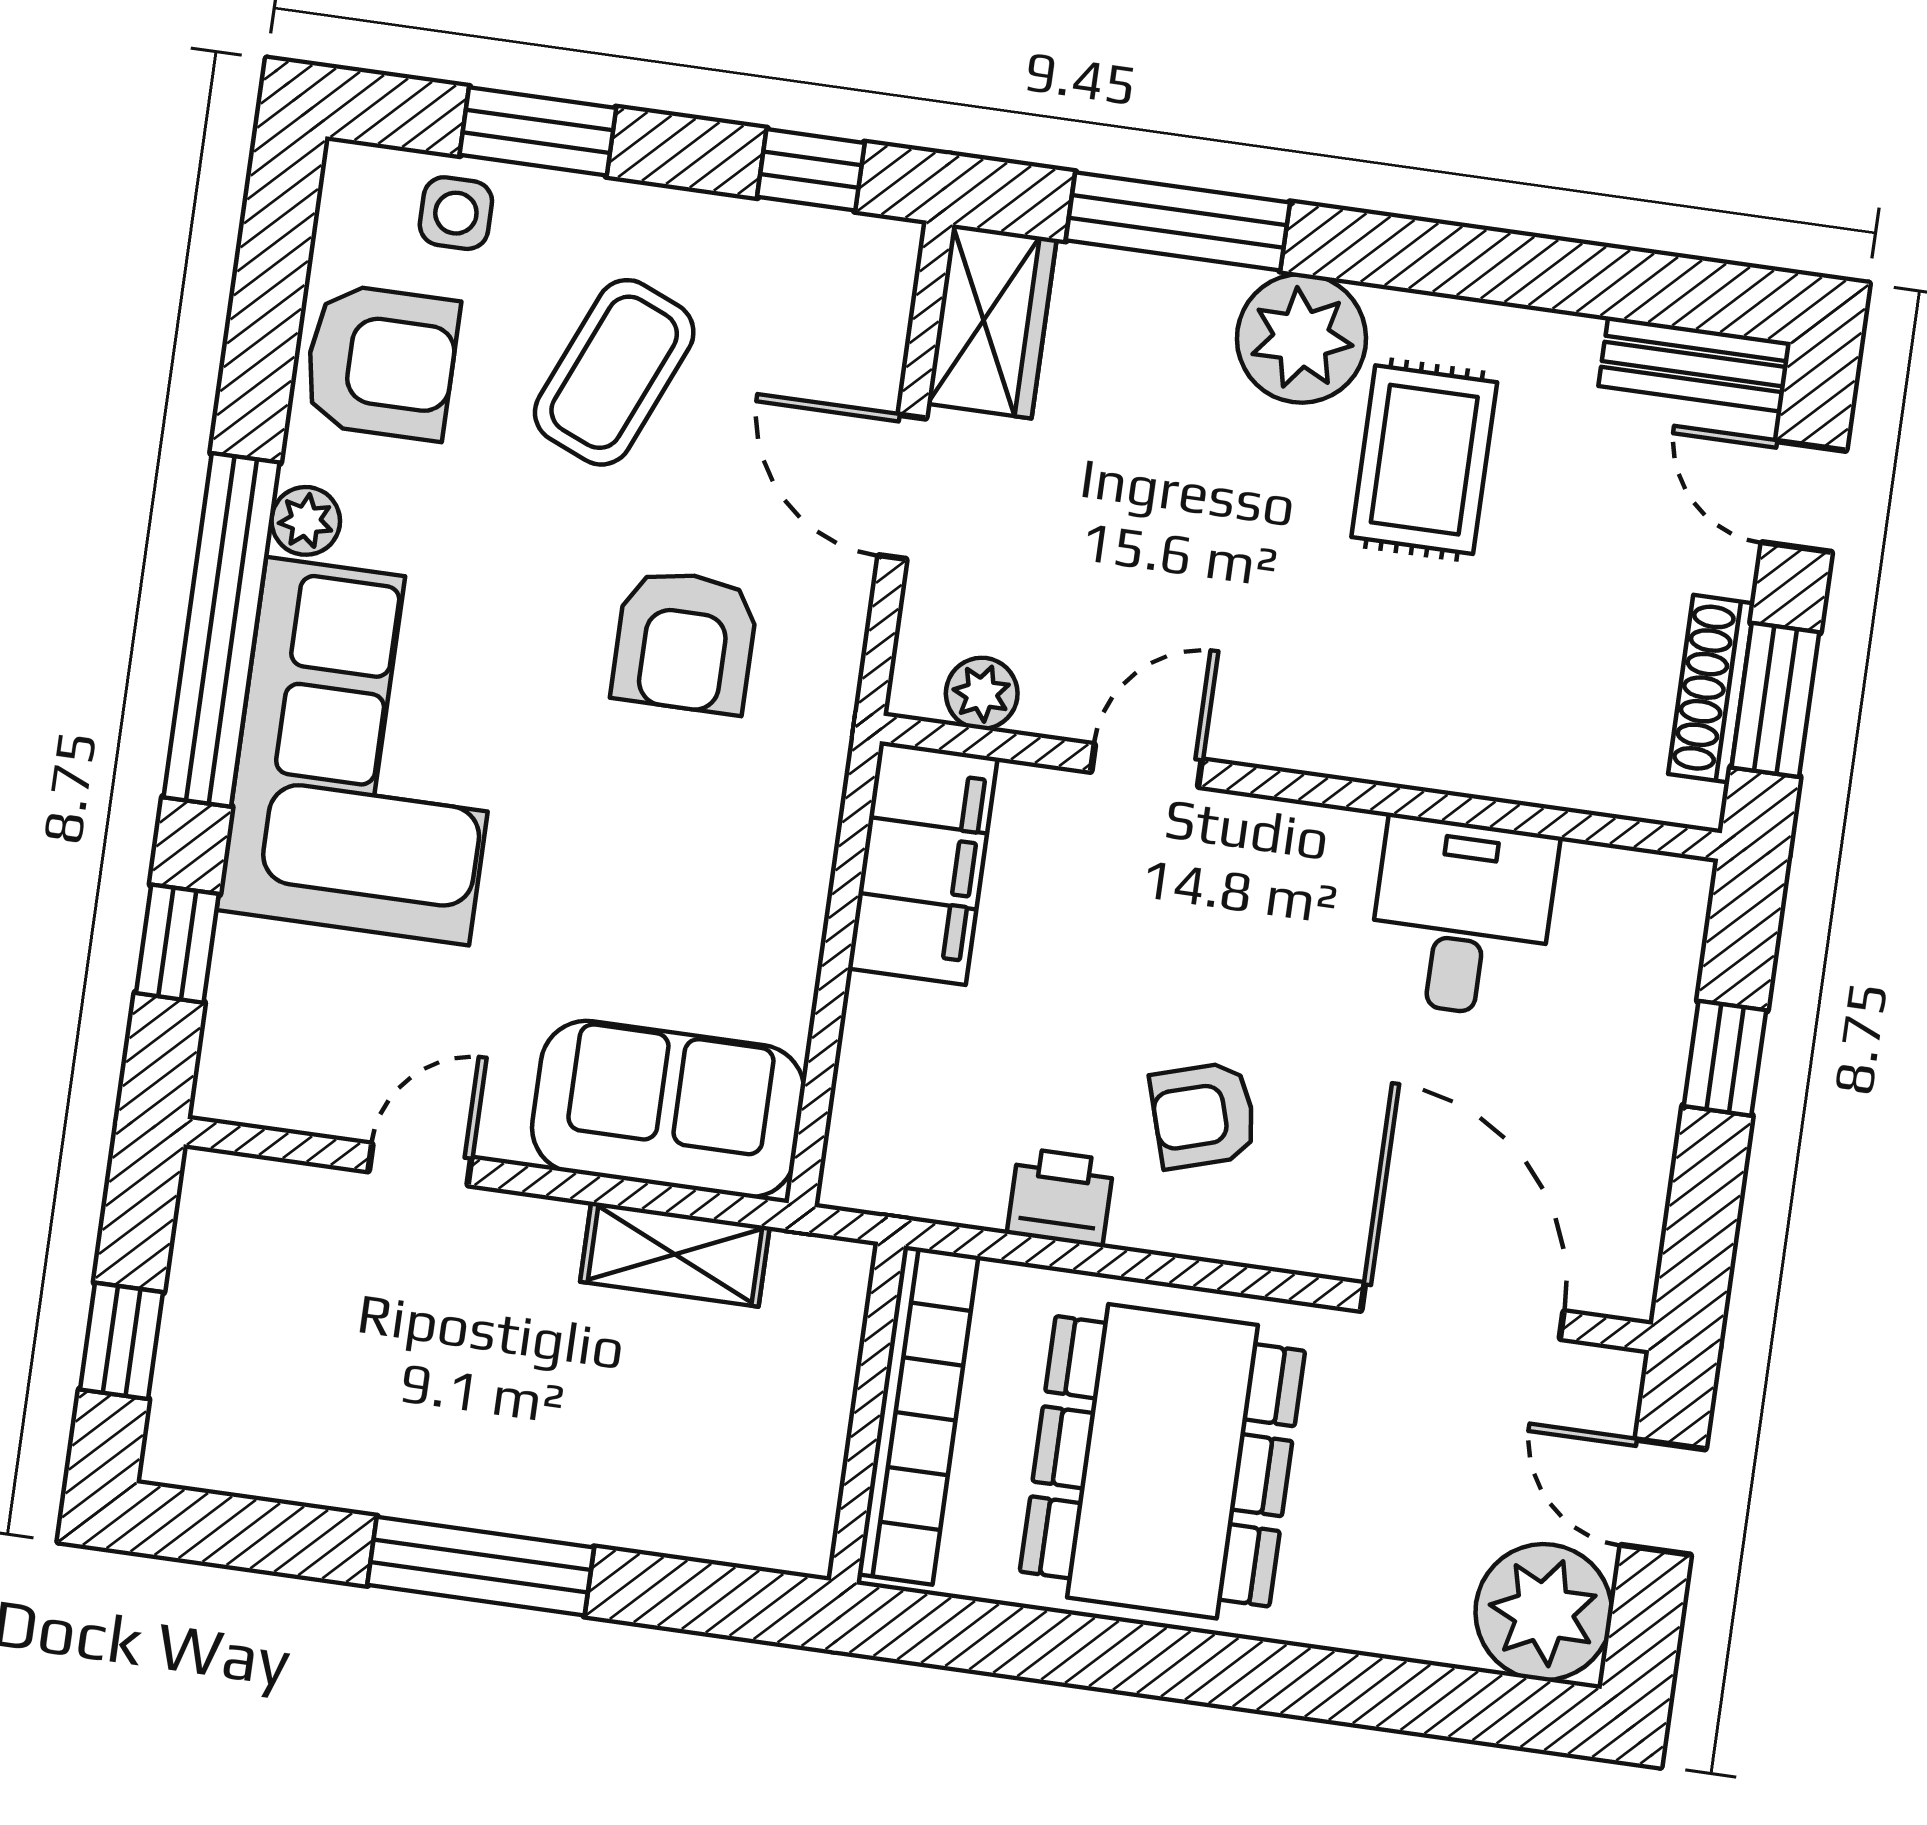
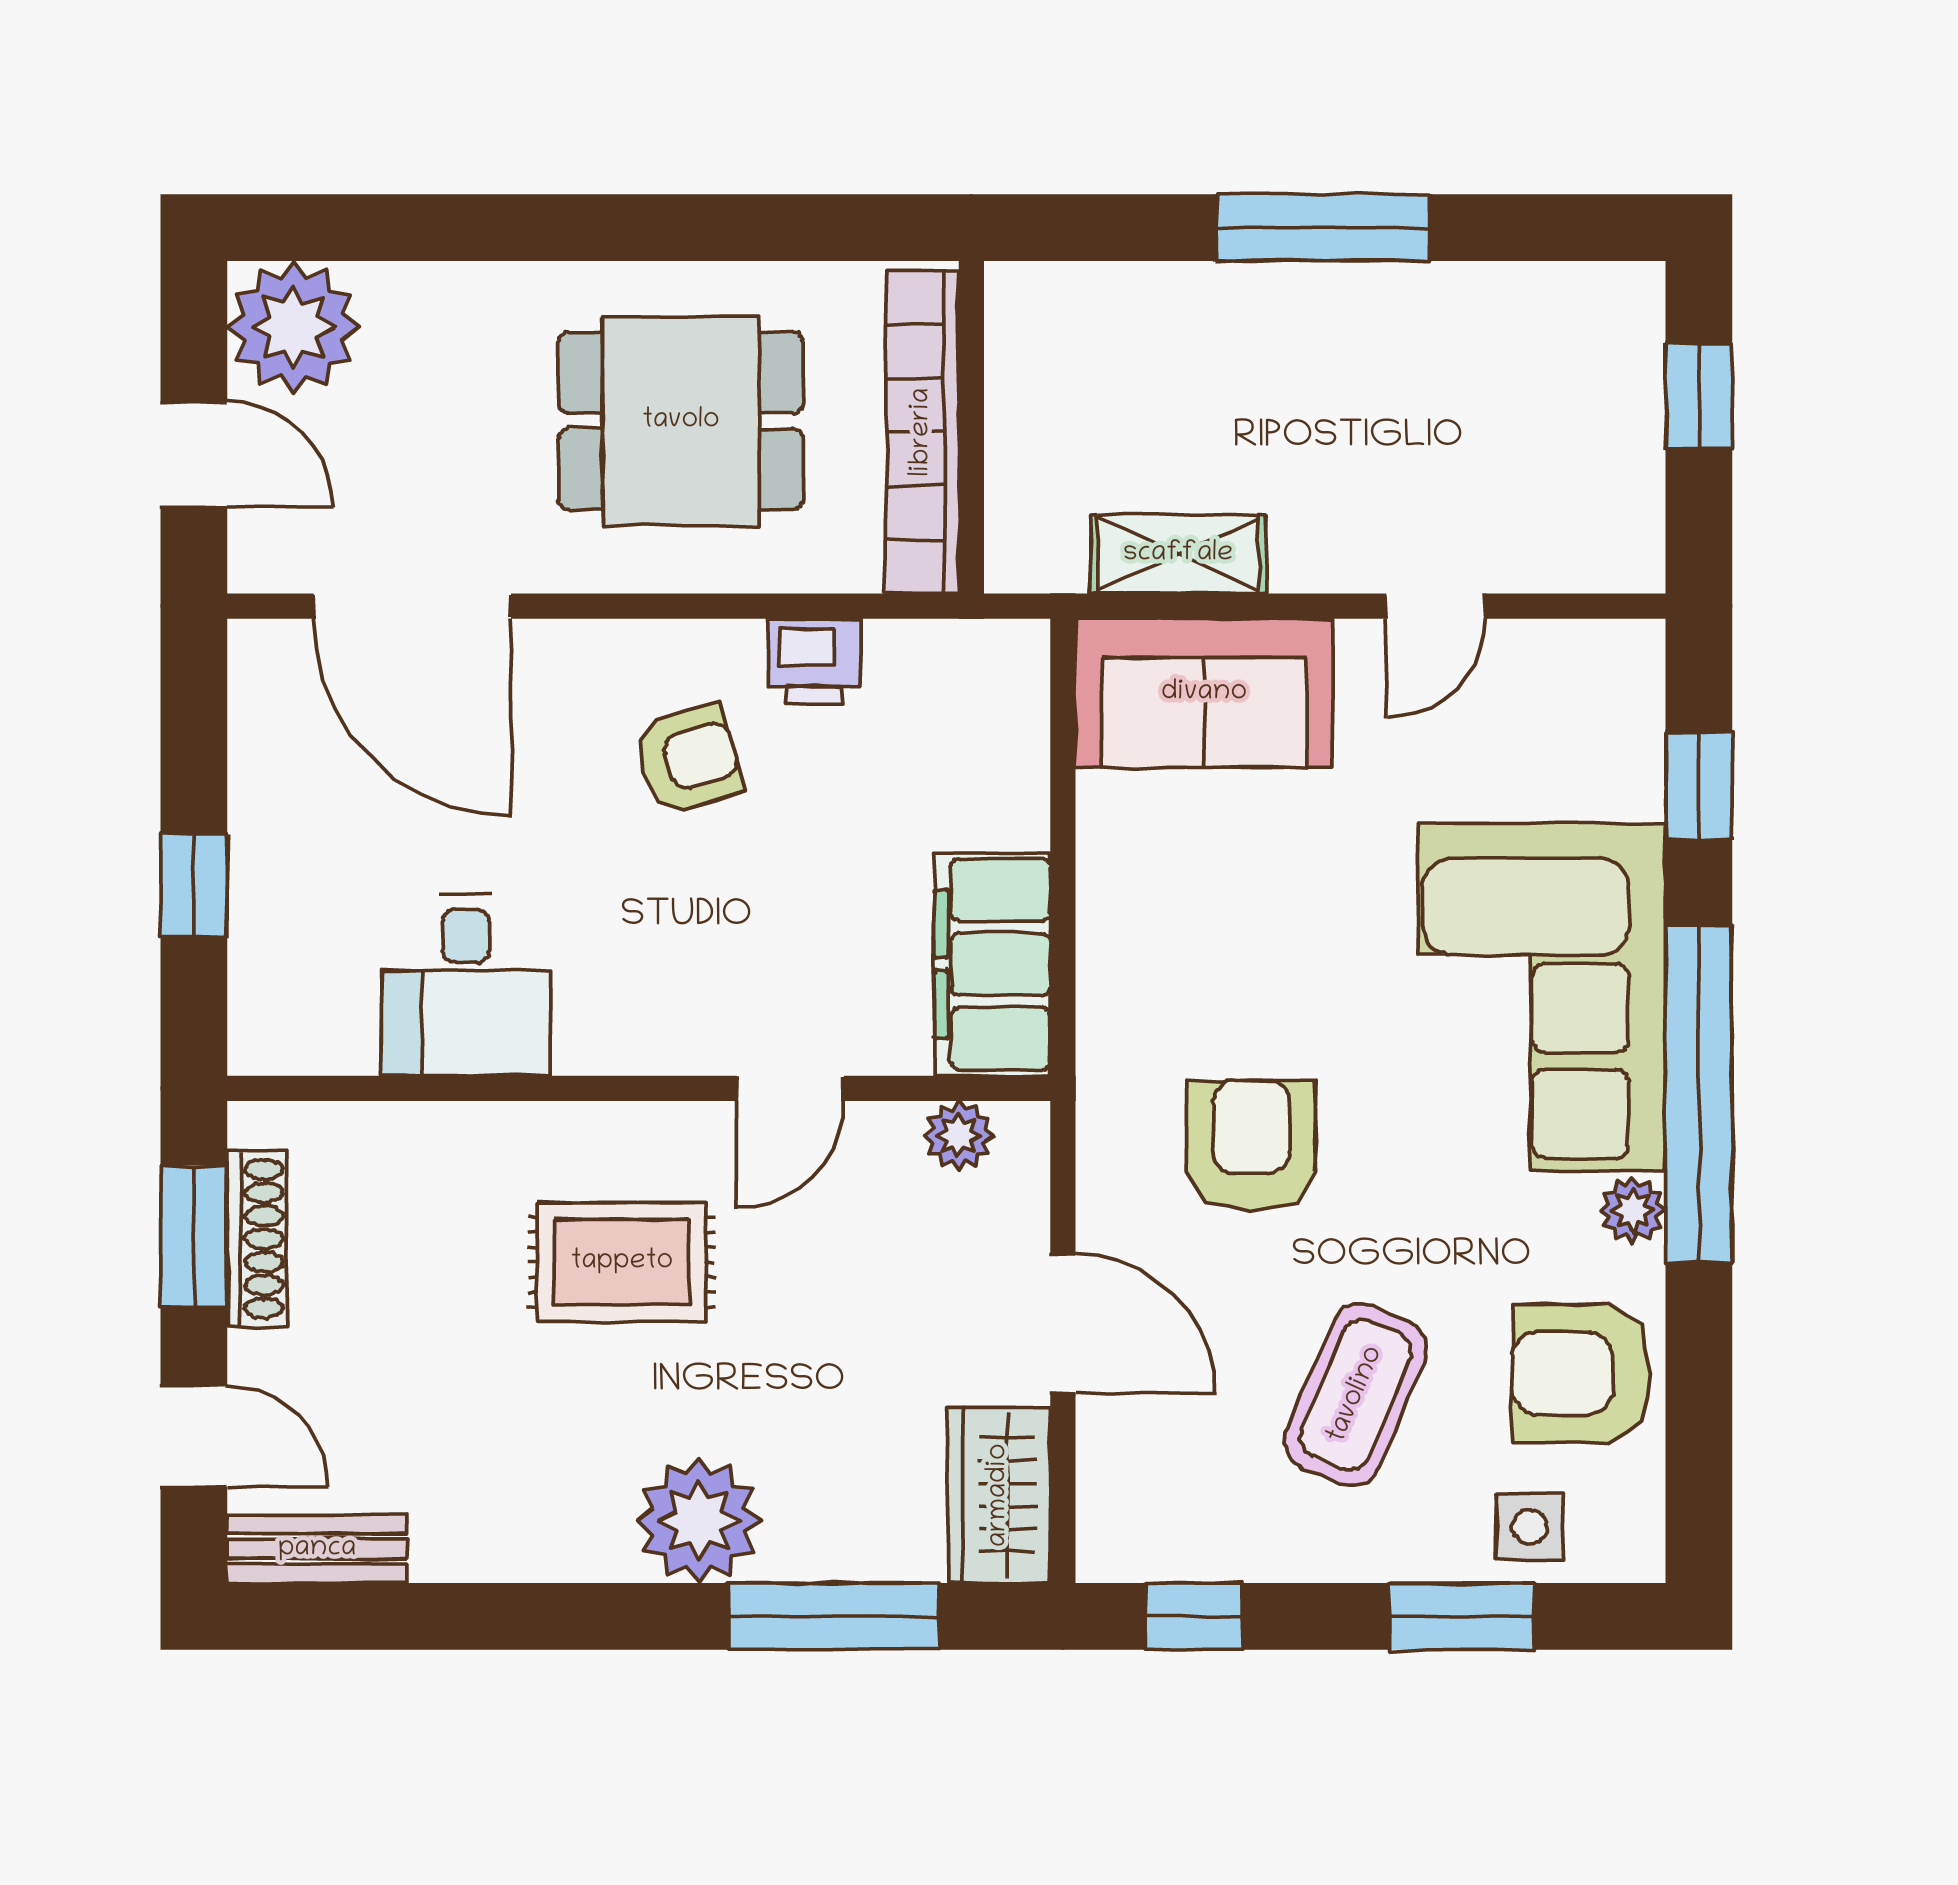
rug: (1424, 460) -> (622, 1262), moved, turned 90
dining table: (1162, 1461) -> (681, 421), width x0.73

